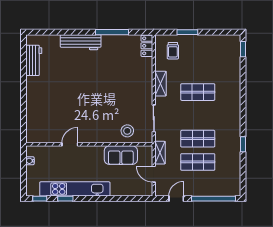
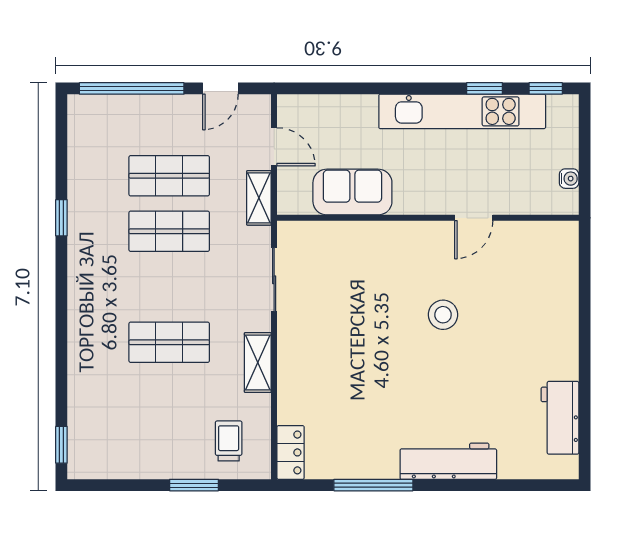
stool: (127, 131) -> (443, 315), moved

